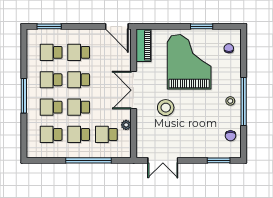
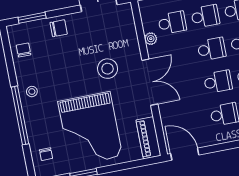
window: (244, 101) -> (20, 115), moved
chair: (199, 148) -> (59, 28), added

